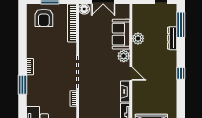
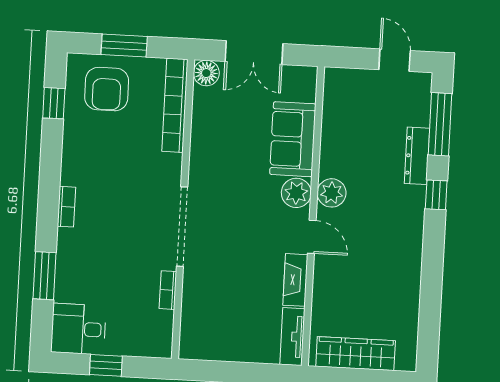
window: (23, 25) -> (54, 103), added
plant: (138, 38) -> (332, 193), moved
window: (181, 73) -> (436, 195), moved
window: (23, 85) -> (45, 276), moved

